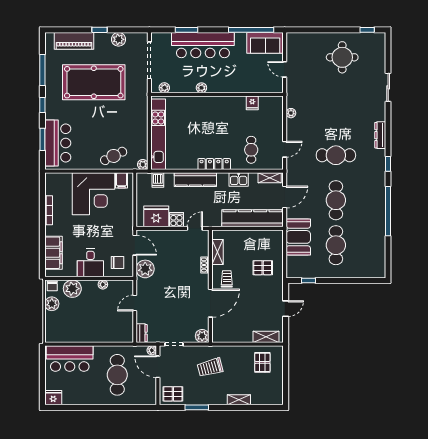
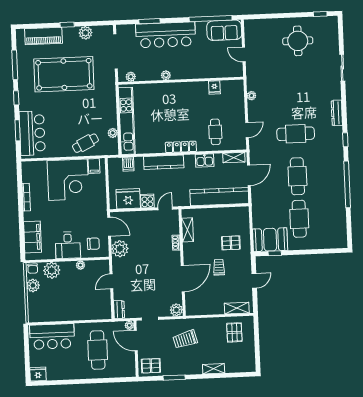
plant: (143, 164) -> (113, 133), moved
booth: (298, 237) -> (270, 240), moved, turned 90
trolley: (227, 279) -> (219, 267), moved

